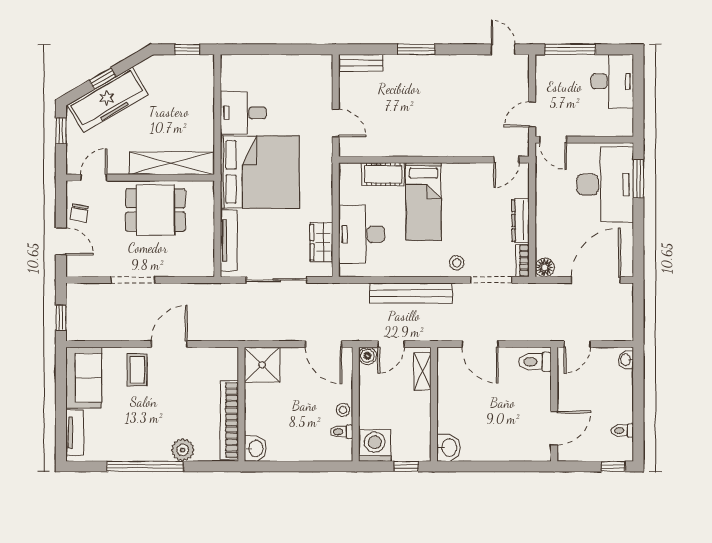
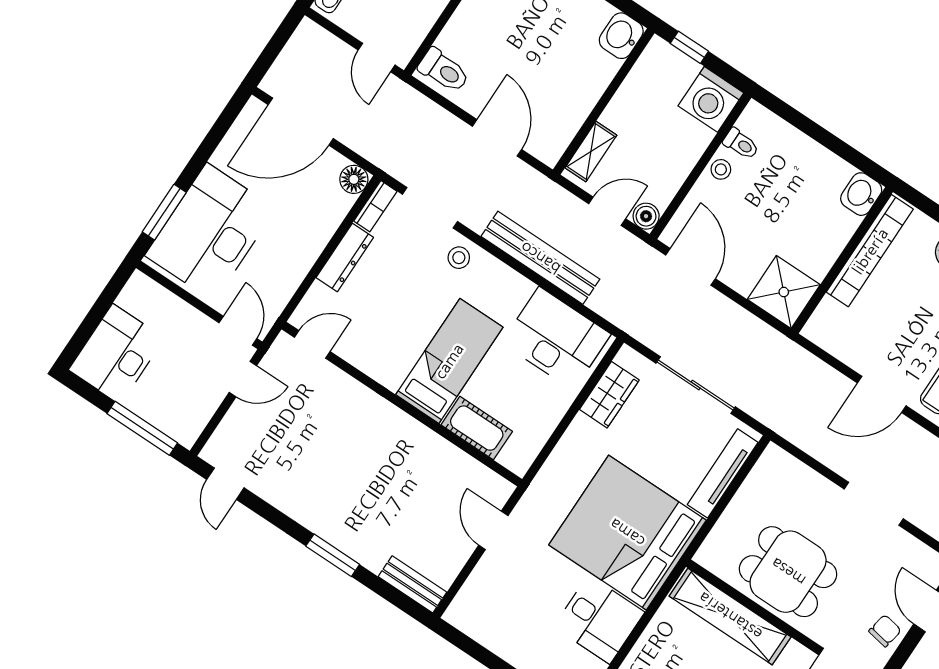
desk: (362, 234) -> (556, 339), moved, turned -90
door: (577, 344) -> (377, 58), swing flipped

